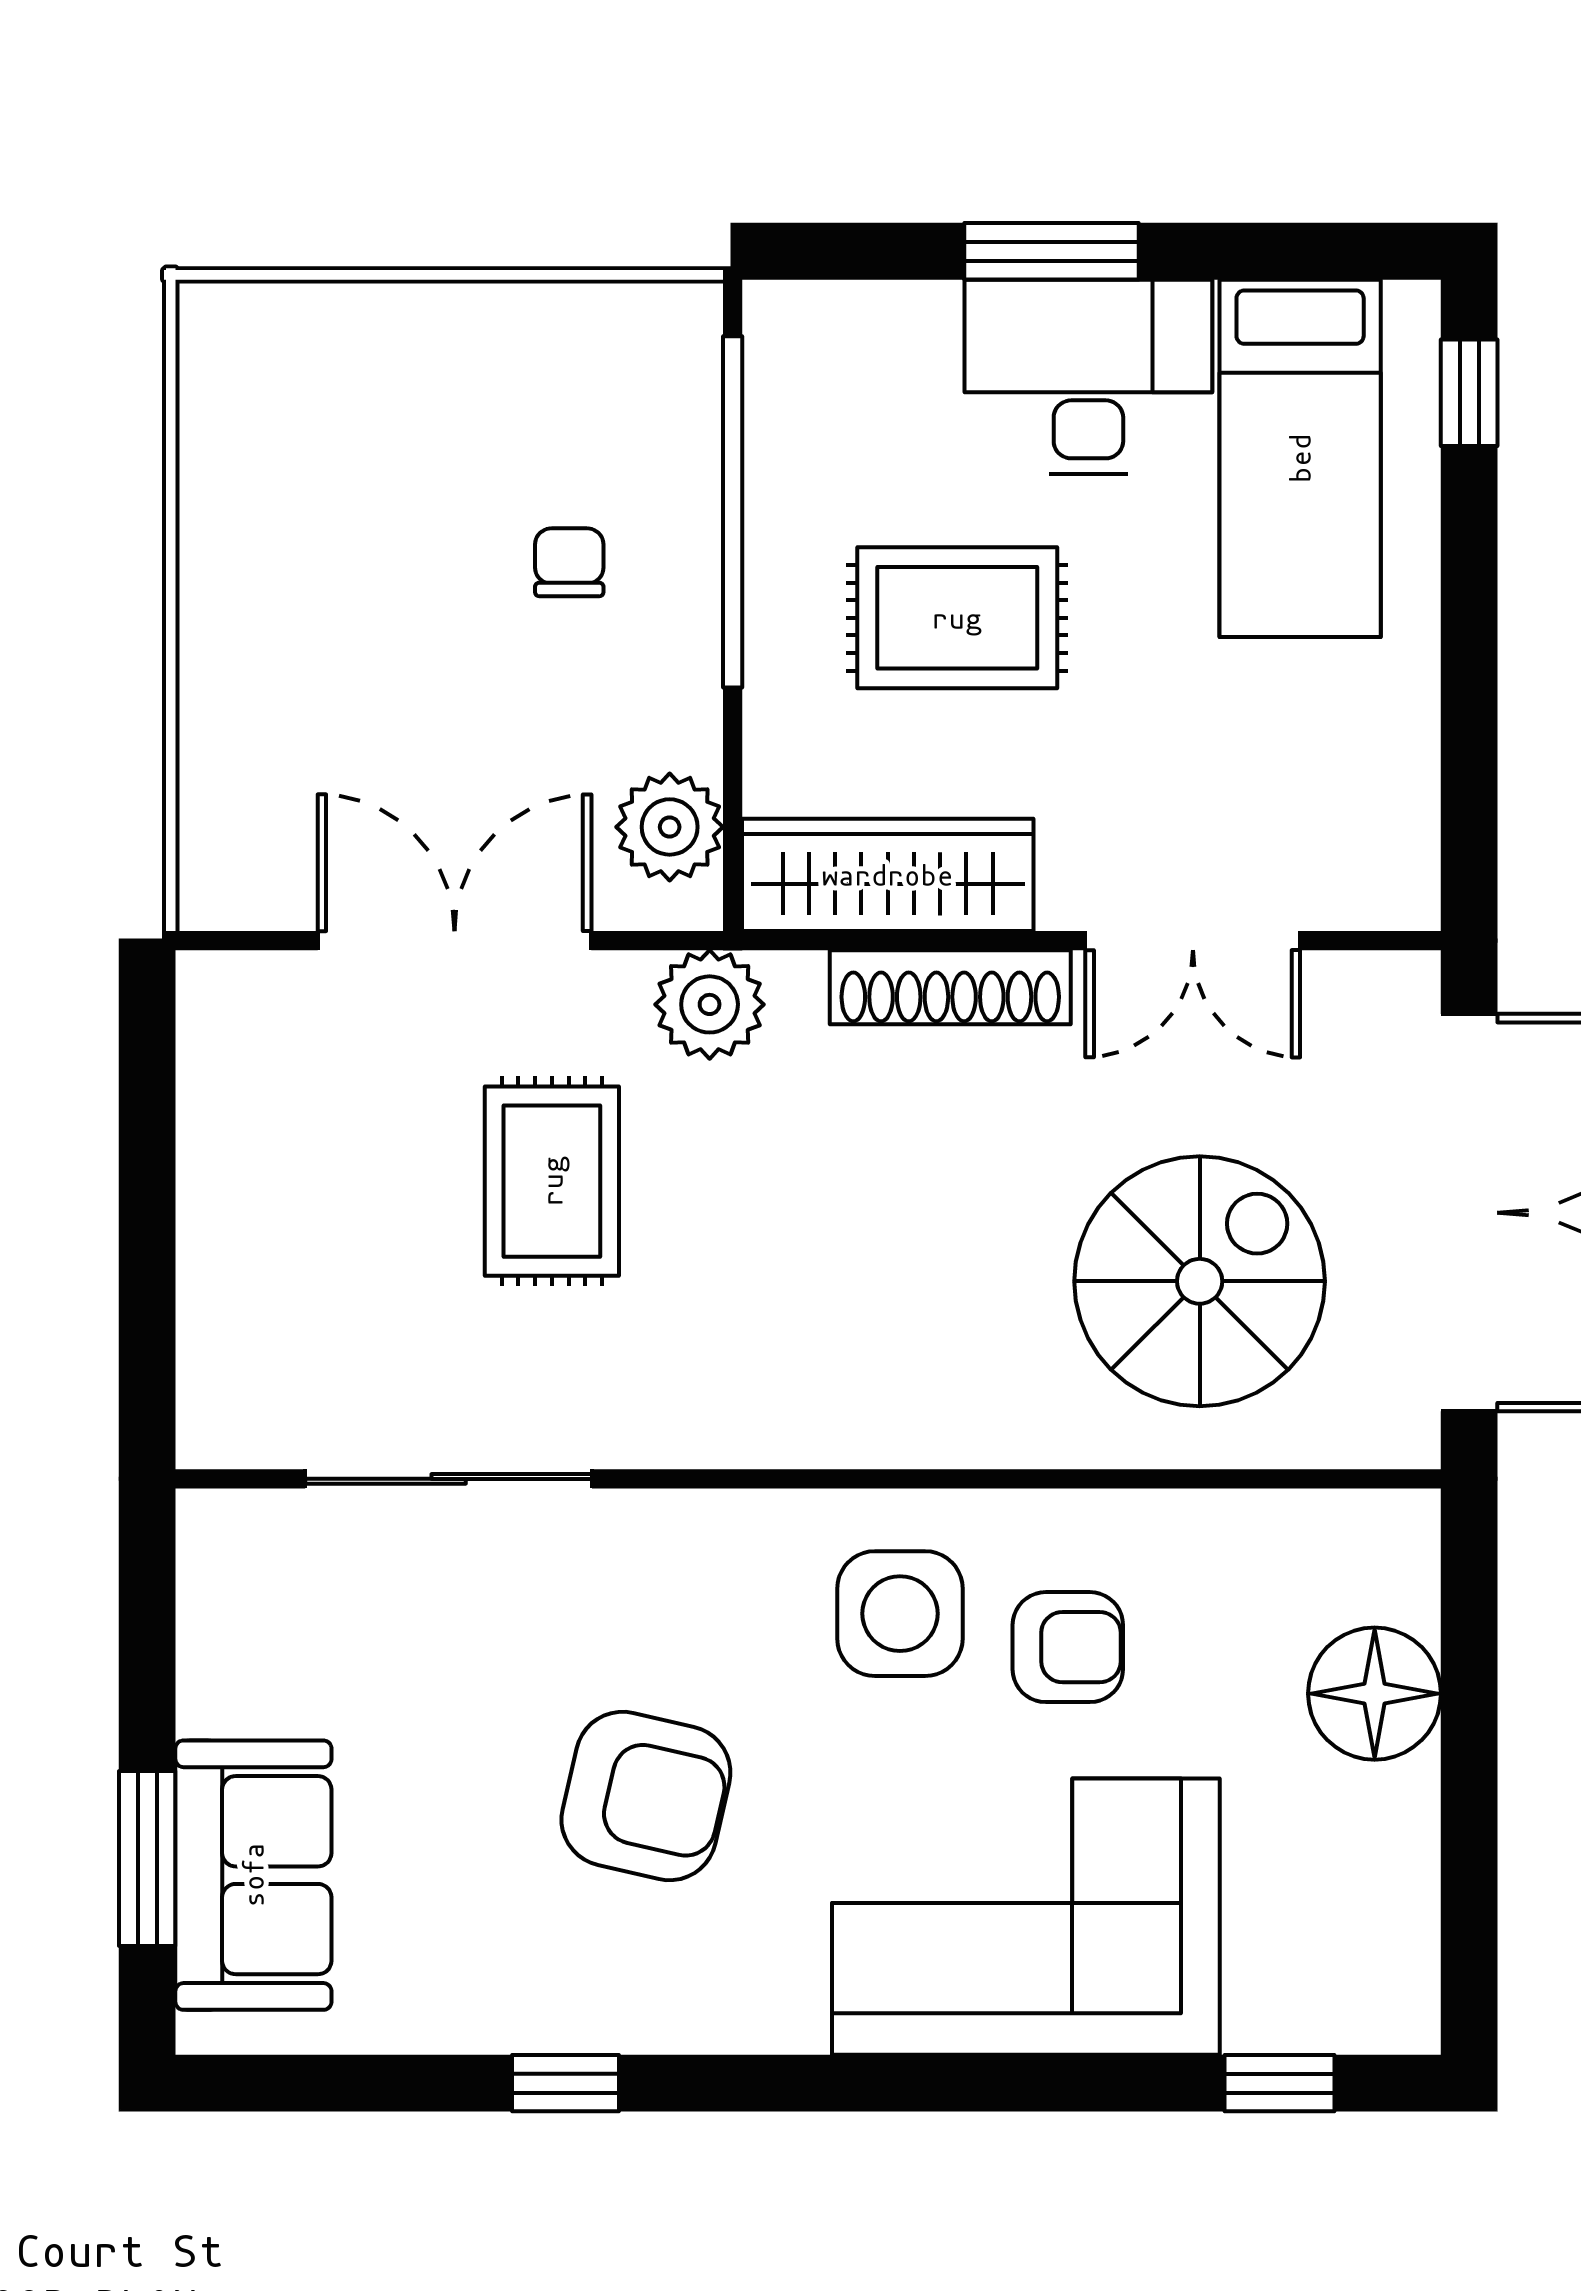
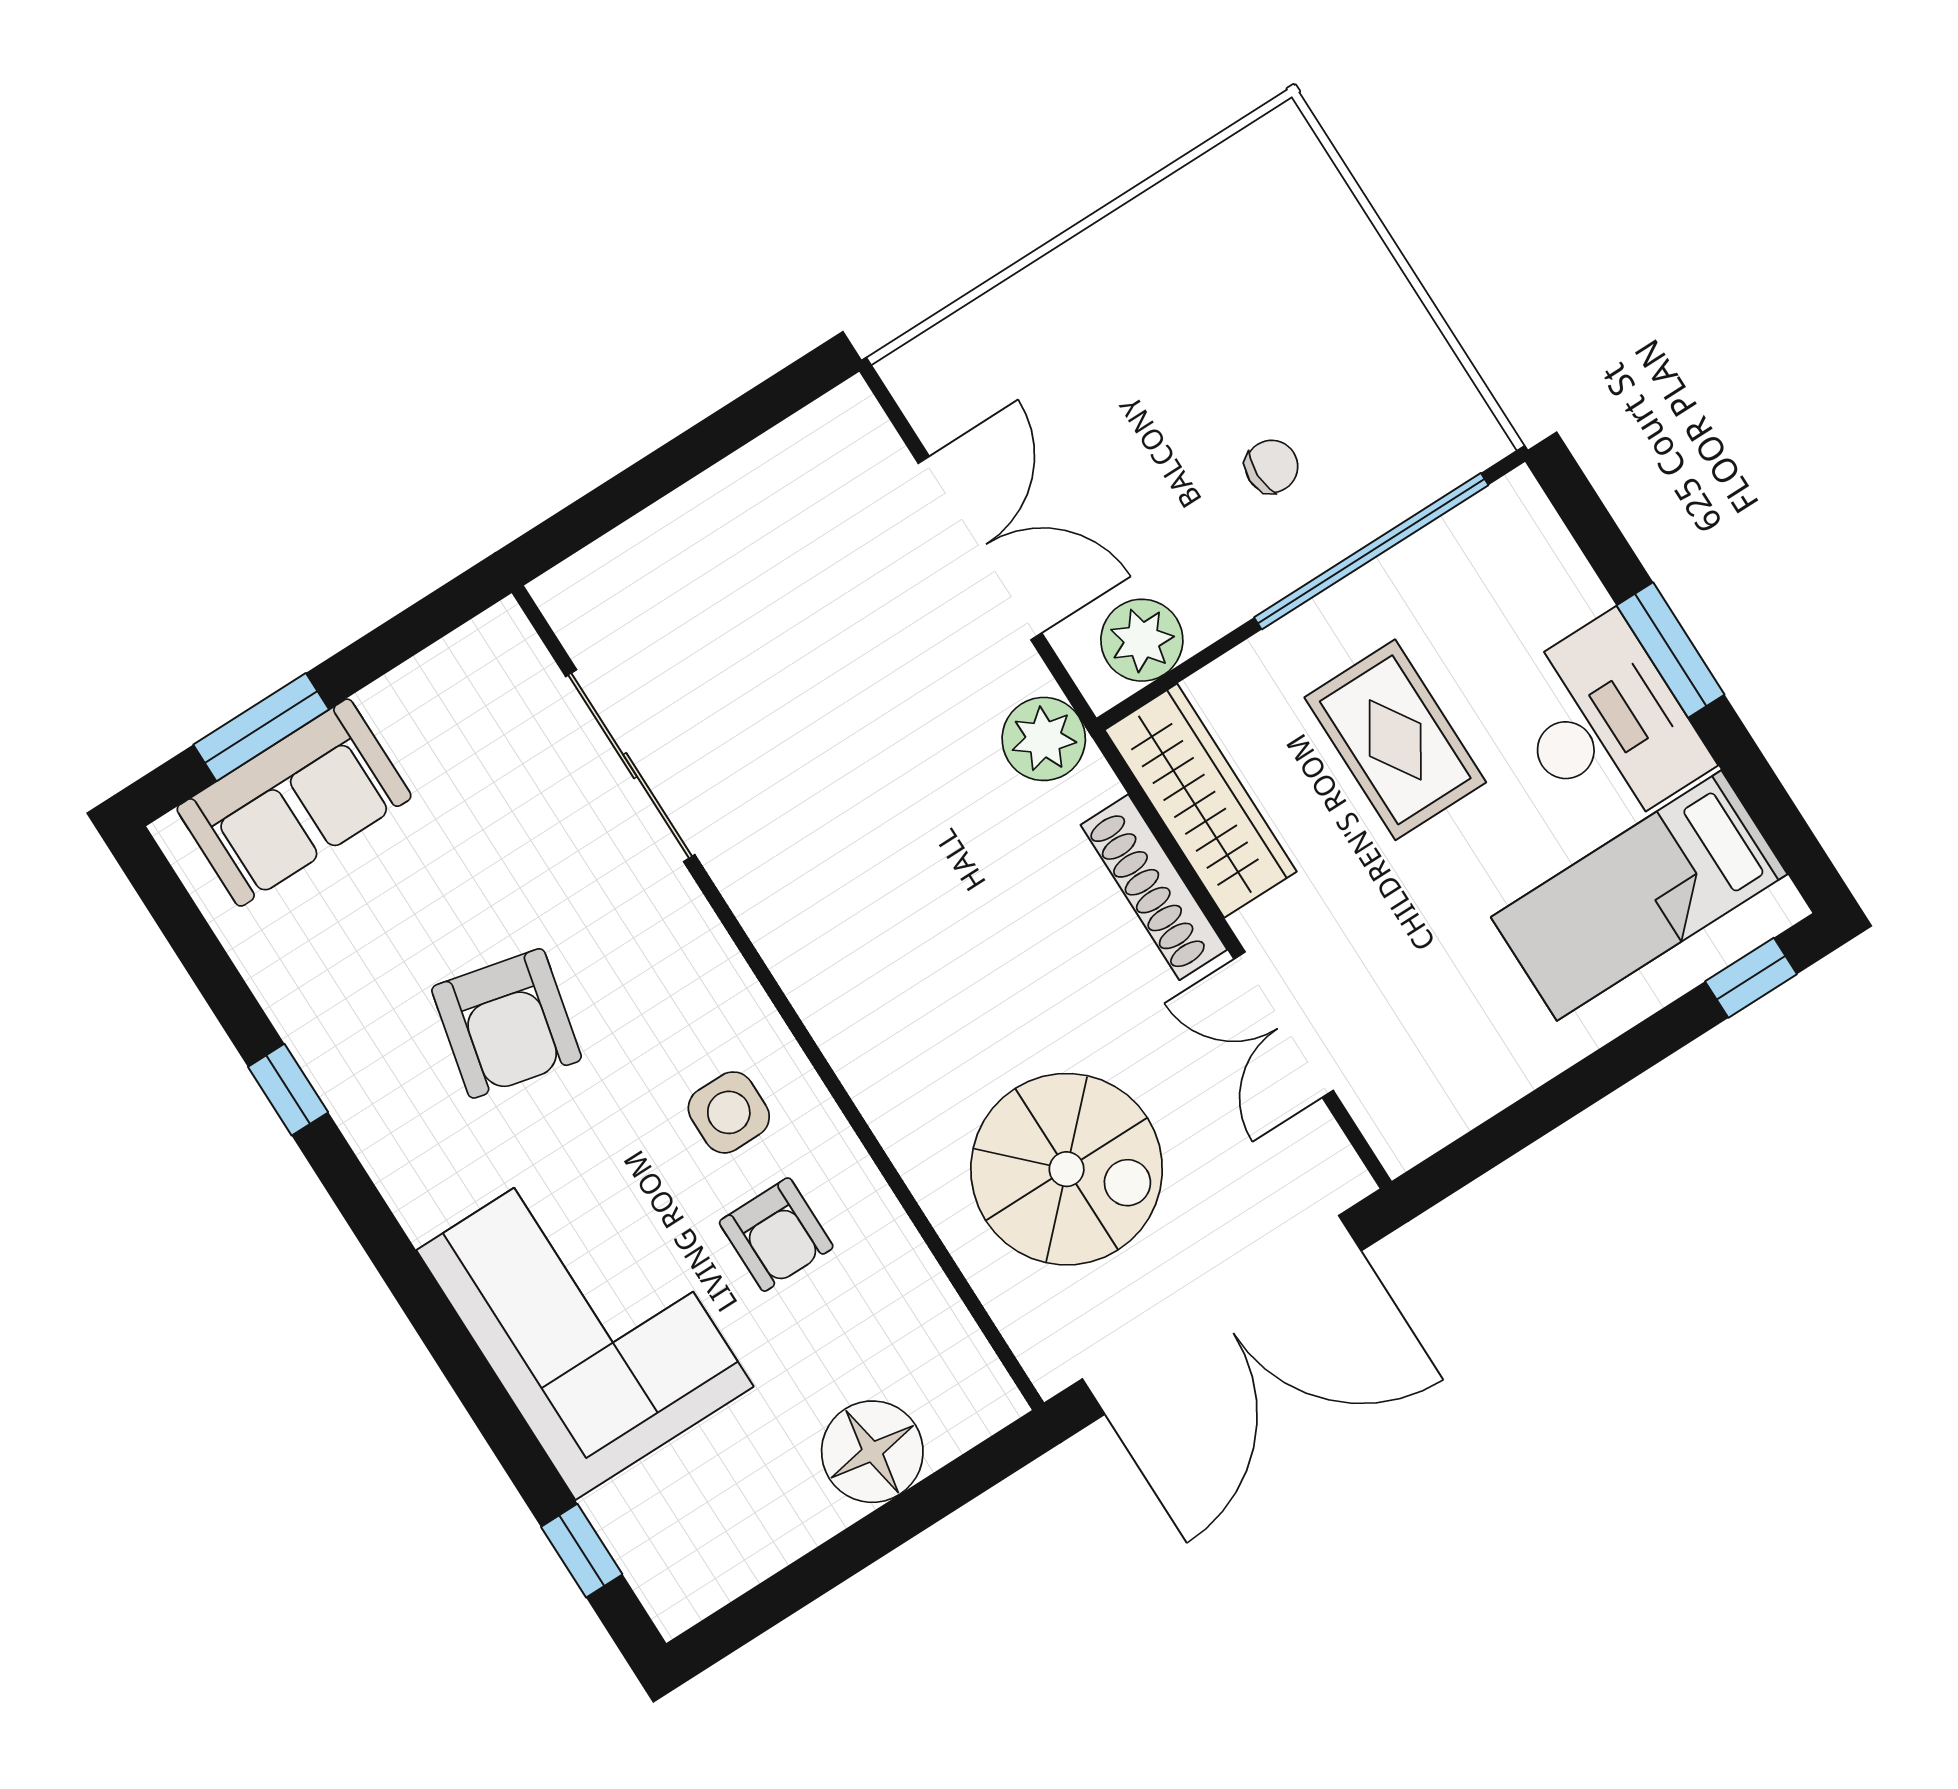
rug: (552, 1181) -> (865, 710), removed
side table: (900, 1614) -> (729, 1112), width x0.73, depth x0.73

